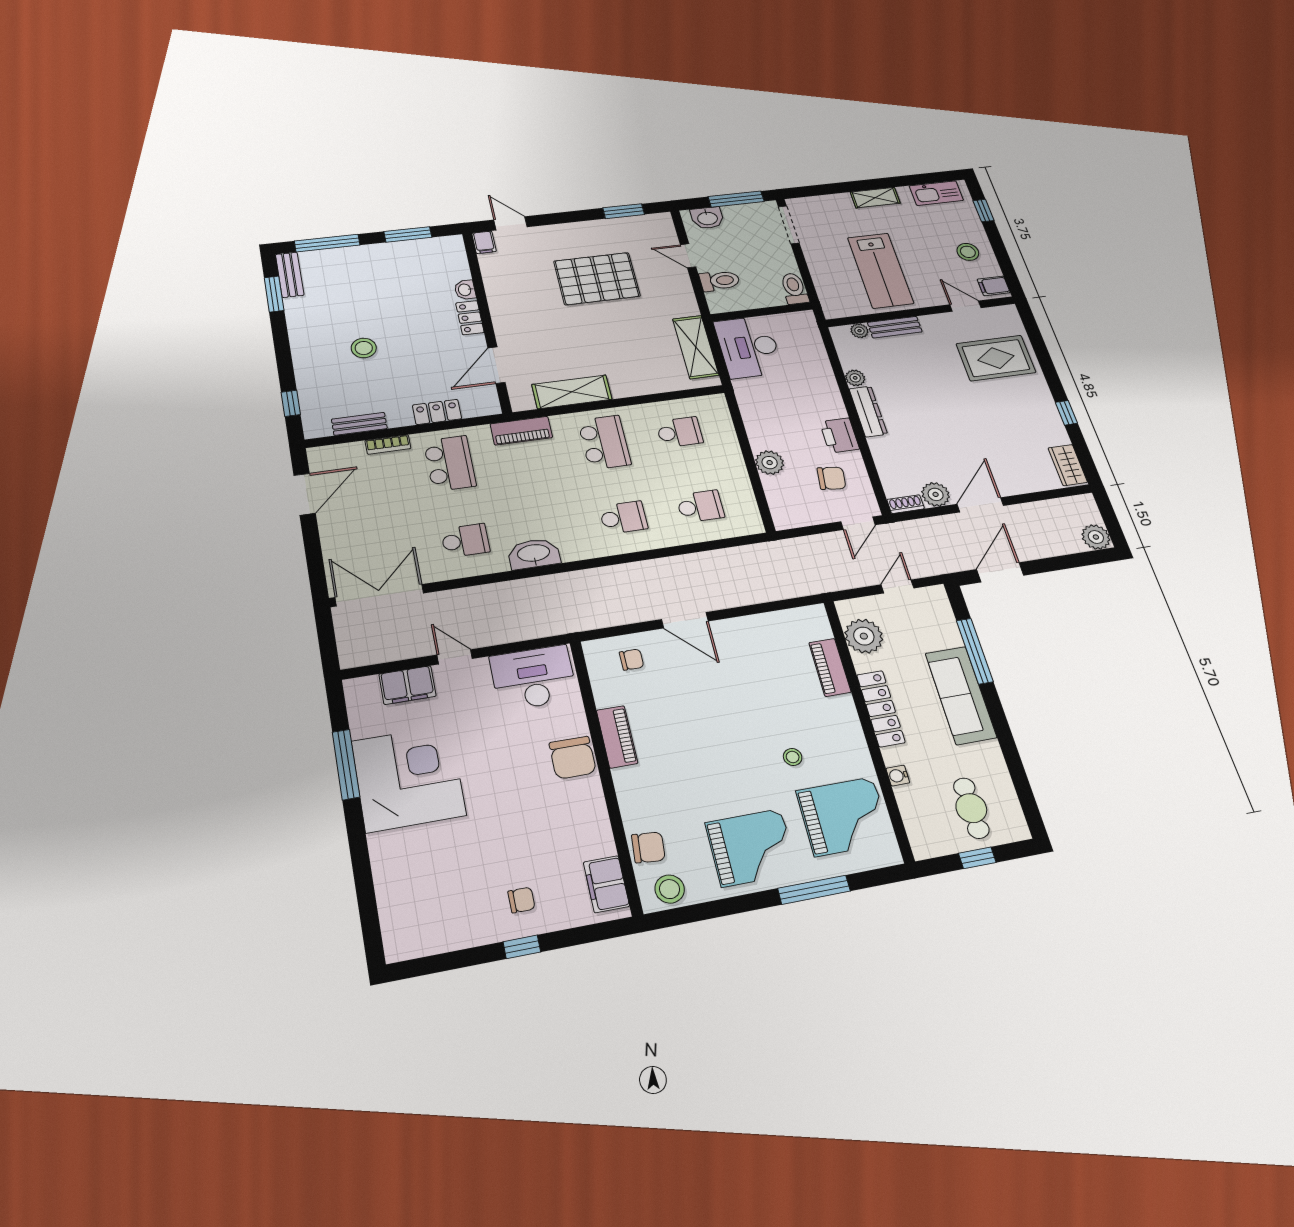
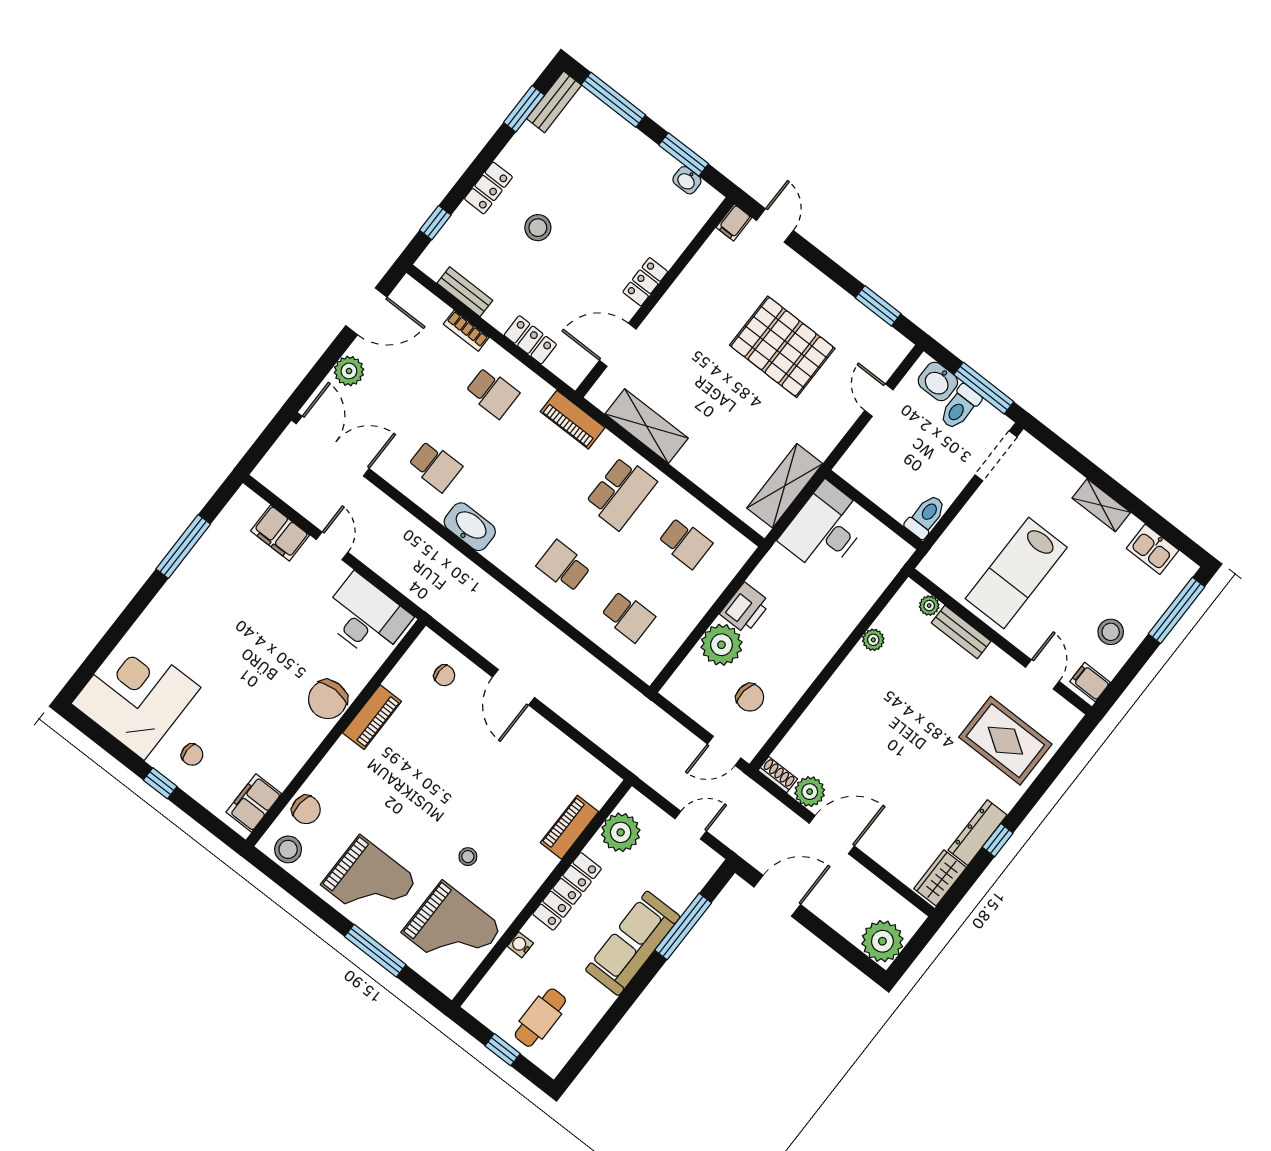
kitchen sink: (936, 193) -> (1153, 549), width x0.73
window: (983, 211) -> (1177, 610), width x2.17
toilet: (720, 281) -> (960, 407), moved, turned 90
washbasin: (465, 290) -> (687, 180), moved, turned -90
locker: (303, 355) -> (488, 188), added
dresser: (868, 411) -> (978, 833), moved, turned 180
printer: (839, 435) -> (745, 608), moved, turned 180
school desk: (450, 463) -> (492, 393), width x0.54
plant: (770, 463) -> (721, 645), width x1.36, depth x1.36
school desk: (623, 518) -> (564, 566), turned 180
plant: (1096, 537) -> (882, 941), width x1.36, depth x1.36
plant: (335, 540) -> (349, 371), added
corner desk: (408, 778) -> (136, 696), moved, turned -90

